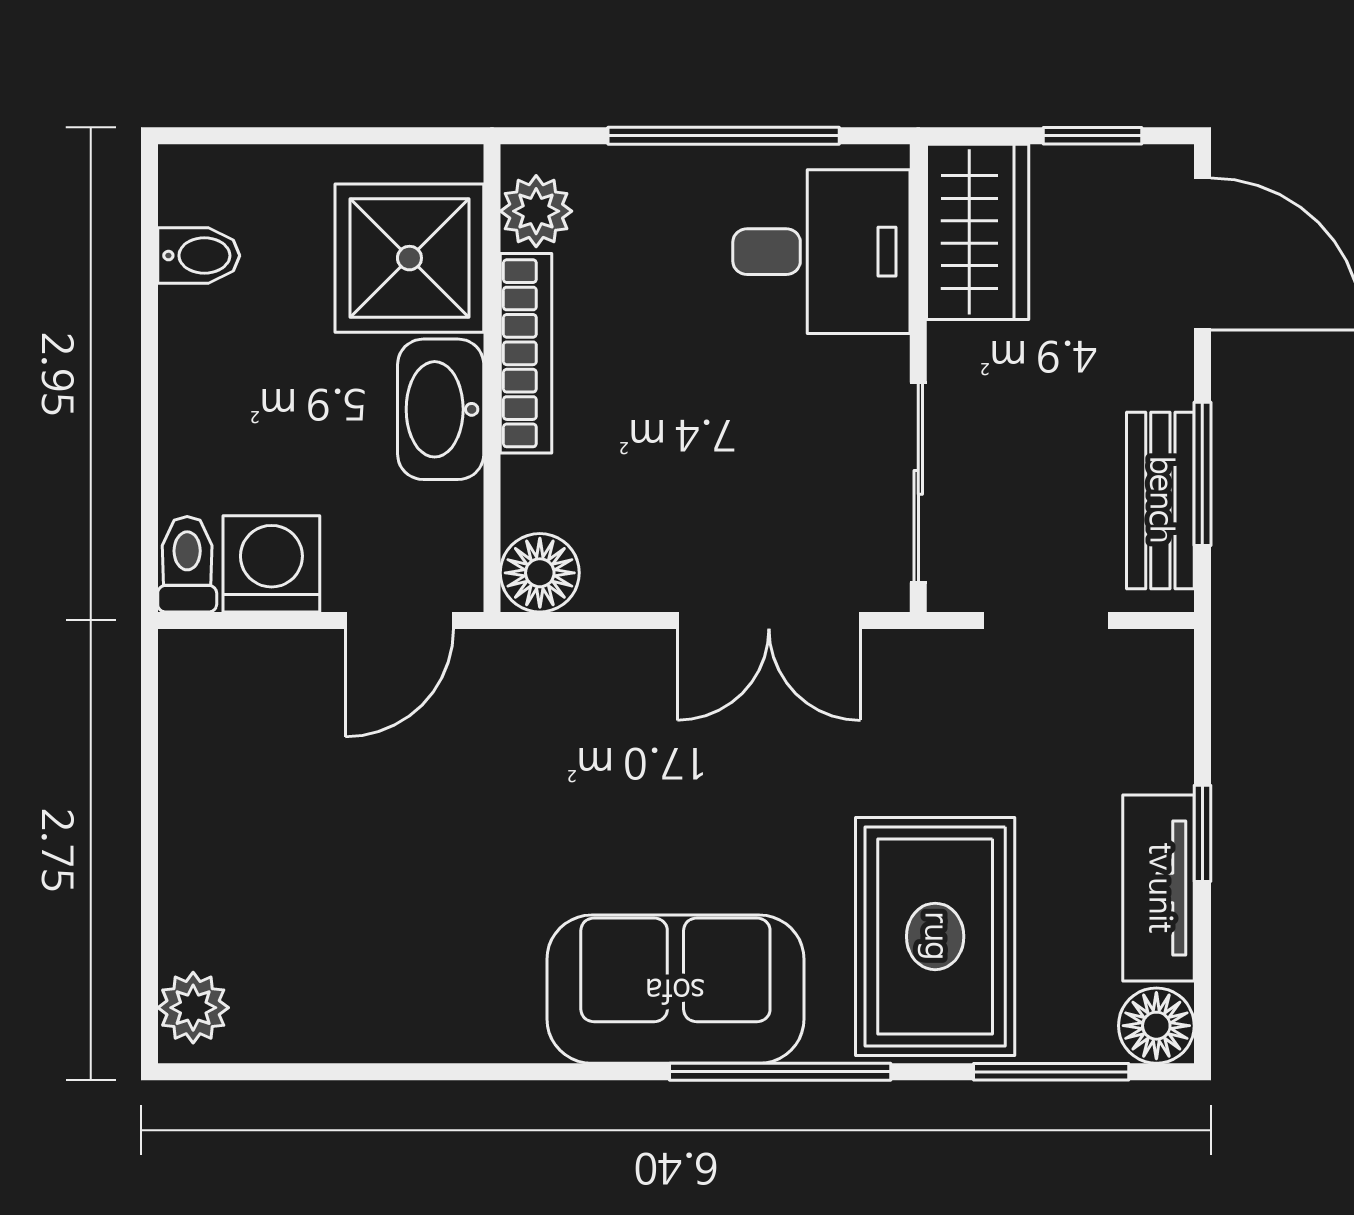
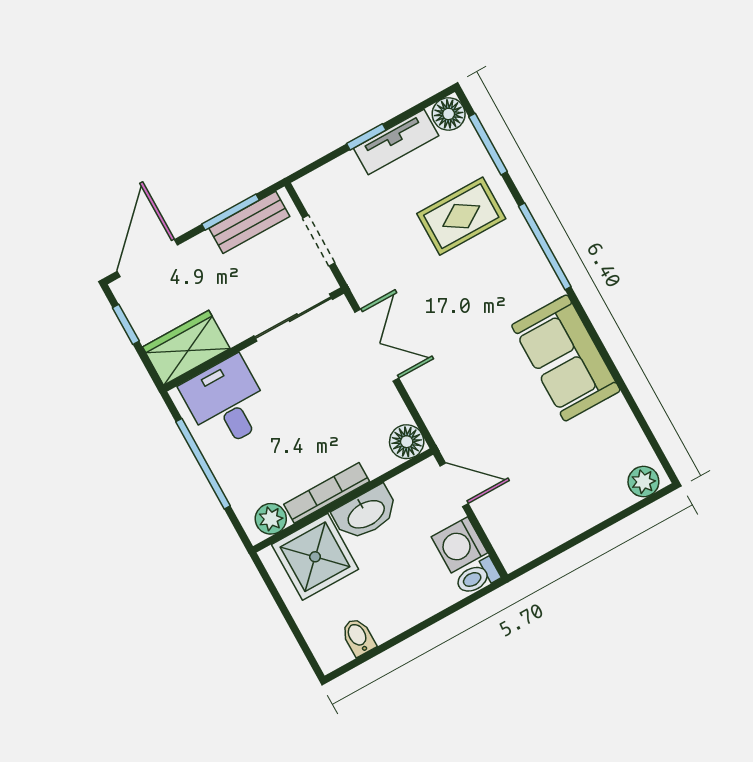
rug: (935, 936) -> (461, 216), width x0.73, depth x0.70
sofa: (675, 989) -> (566, 358), moved

